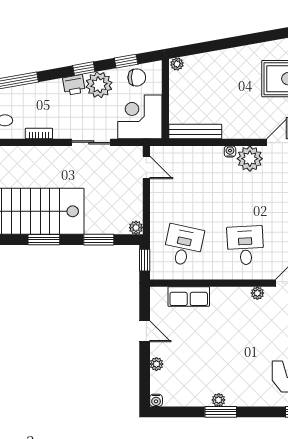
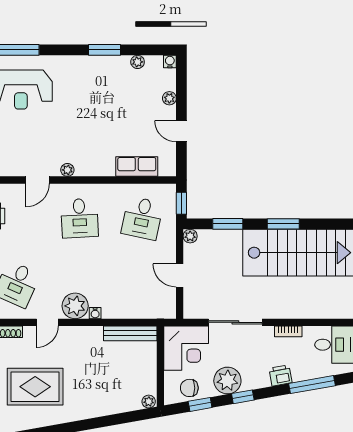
printer: (74, 85) -> (280, 375), moved
sliding door: (91, 142) -> (235, 322), width x1.37
door: (146, 168) -> (180, 275), moved
plant: (219, 400) -> (138, 62), moved

